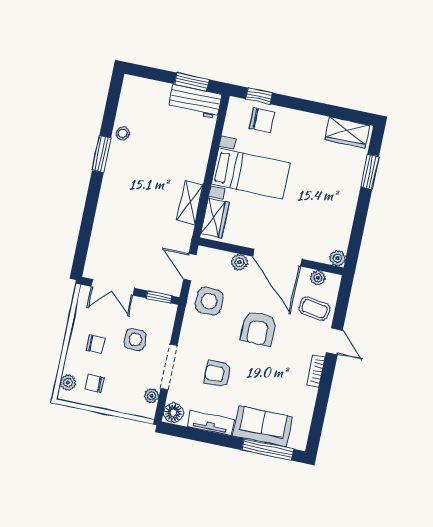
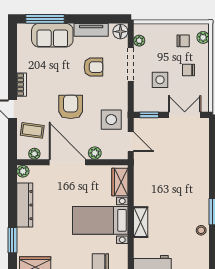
shelving: (190, 202) -> (141, 222), moved
dresser: (344, 214) -> (25, 205), added

